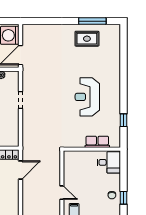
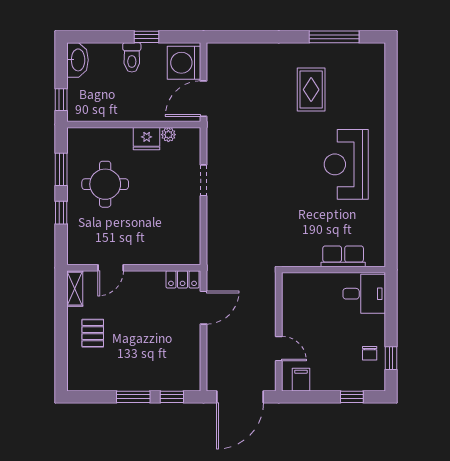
rug: (87, 39) -> (311, 90), moved, turned 90
reception desk: (87, 97) -> (346, 164), moved
window: (124, 120) -> (391, 217), removed

